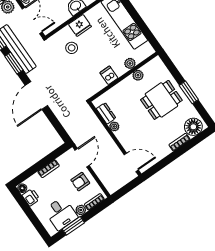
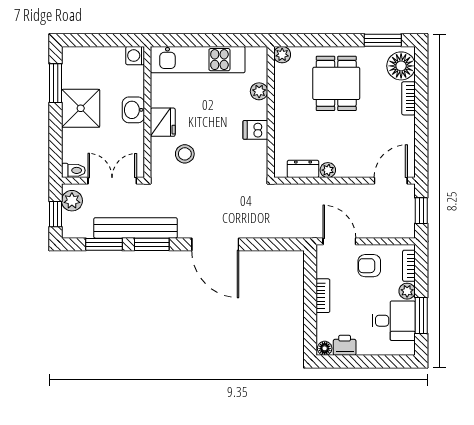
plant: (138, 75) -> (282, 55), moved
window: (189, 92) -> (383, 40), moved
armchair: (80, 182) -> (369, 266), turned 90
window: (127, 189) -> (421, 211), added

